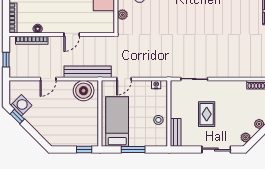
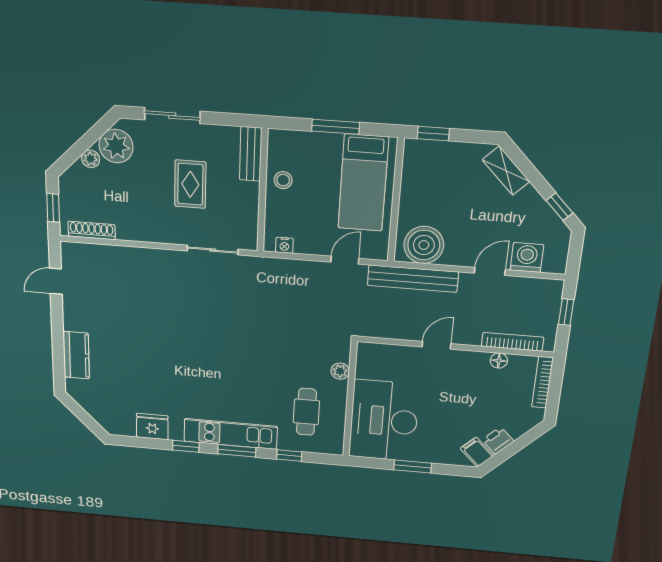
washing machine: (21, 105) -> (527, 257), moved, turned 135
shelving: (46, 133) -> (506, 171), added
plant: (246, 137) -> (116, 146), width x1.87, depth x1.87

